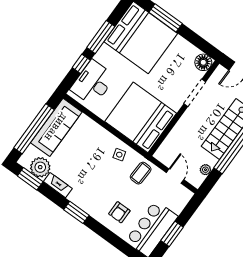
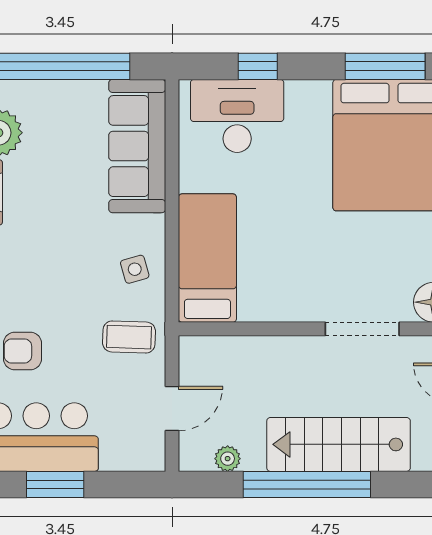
window: (101, 37) -> (385, 66), moved
bed: (141, 117) -> (207, 258), width x0.49
sofa: (56, 127) -> (137, 146), moved, turned 90

